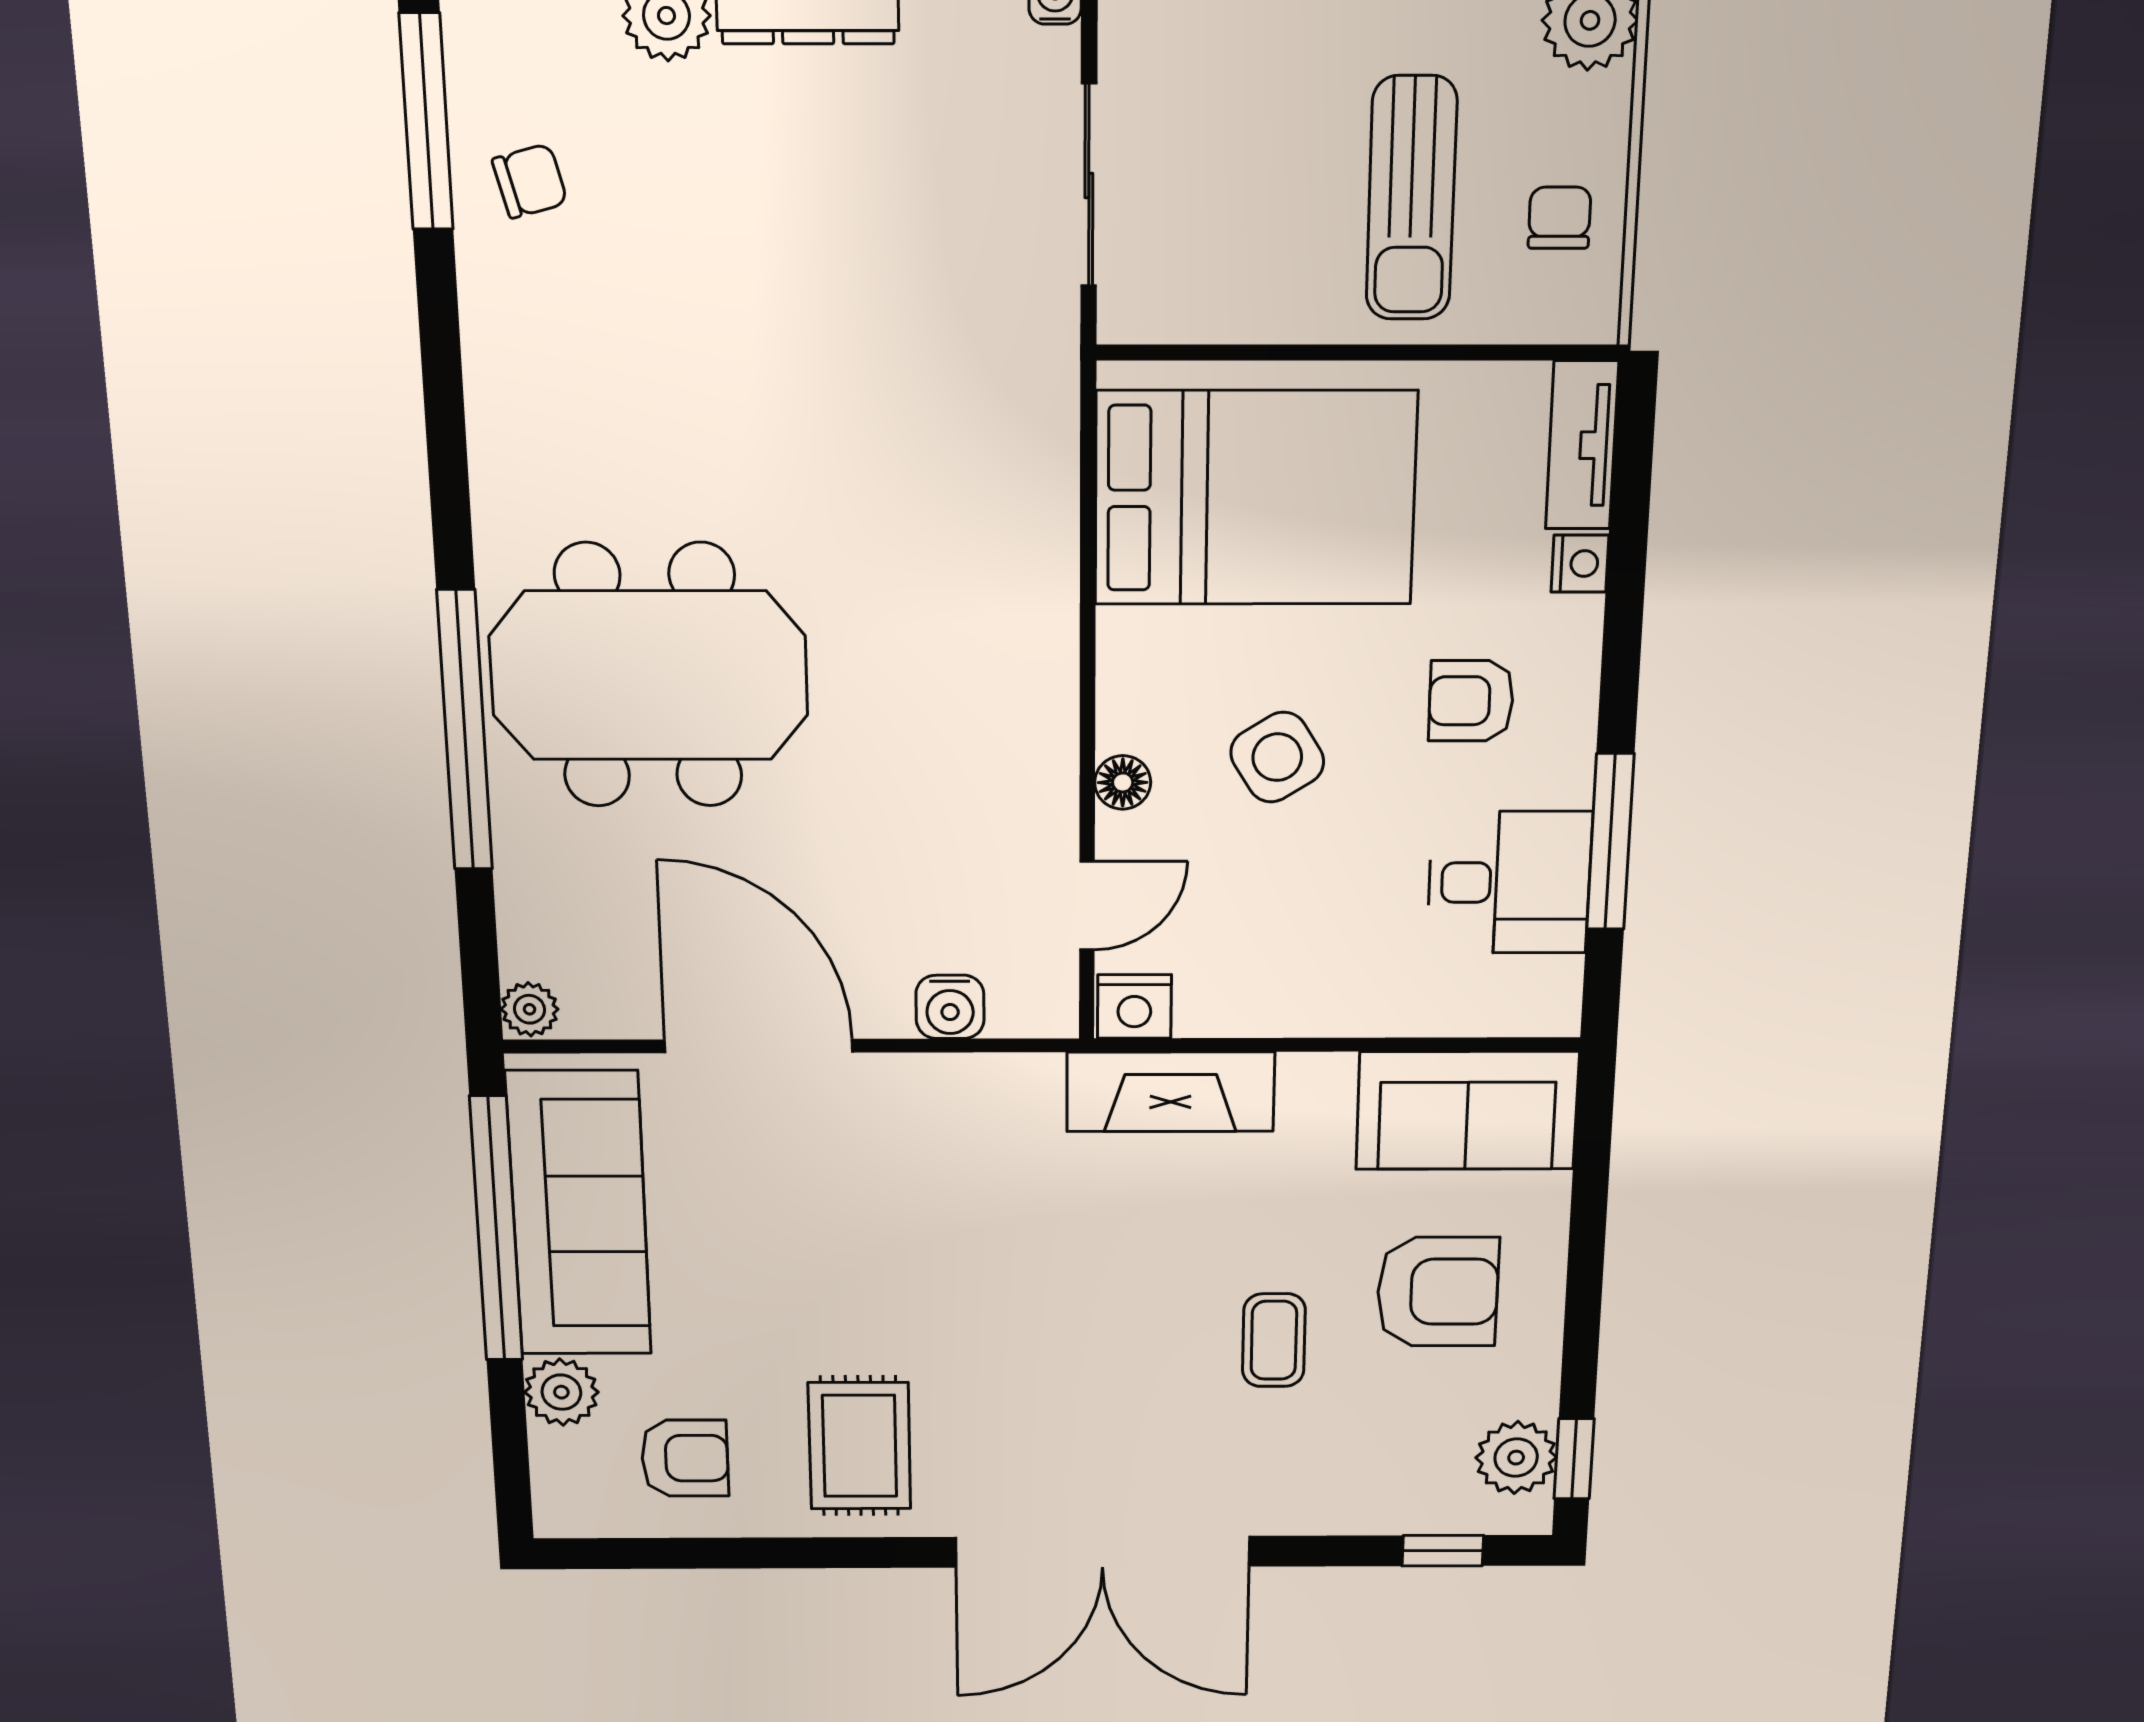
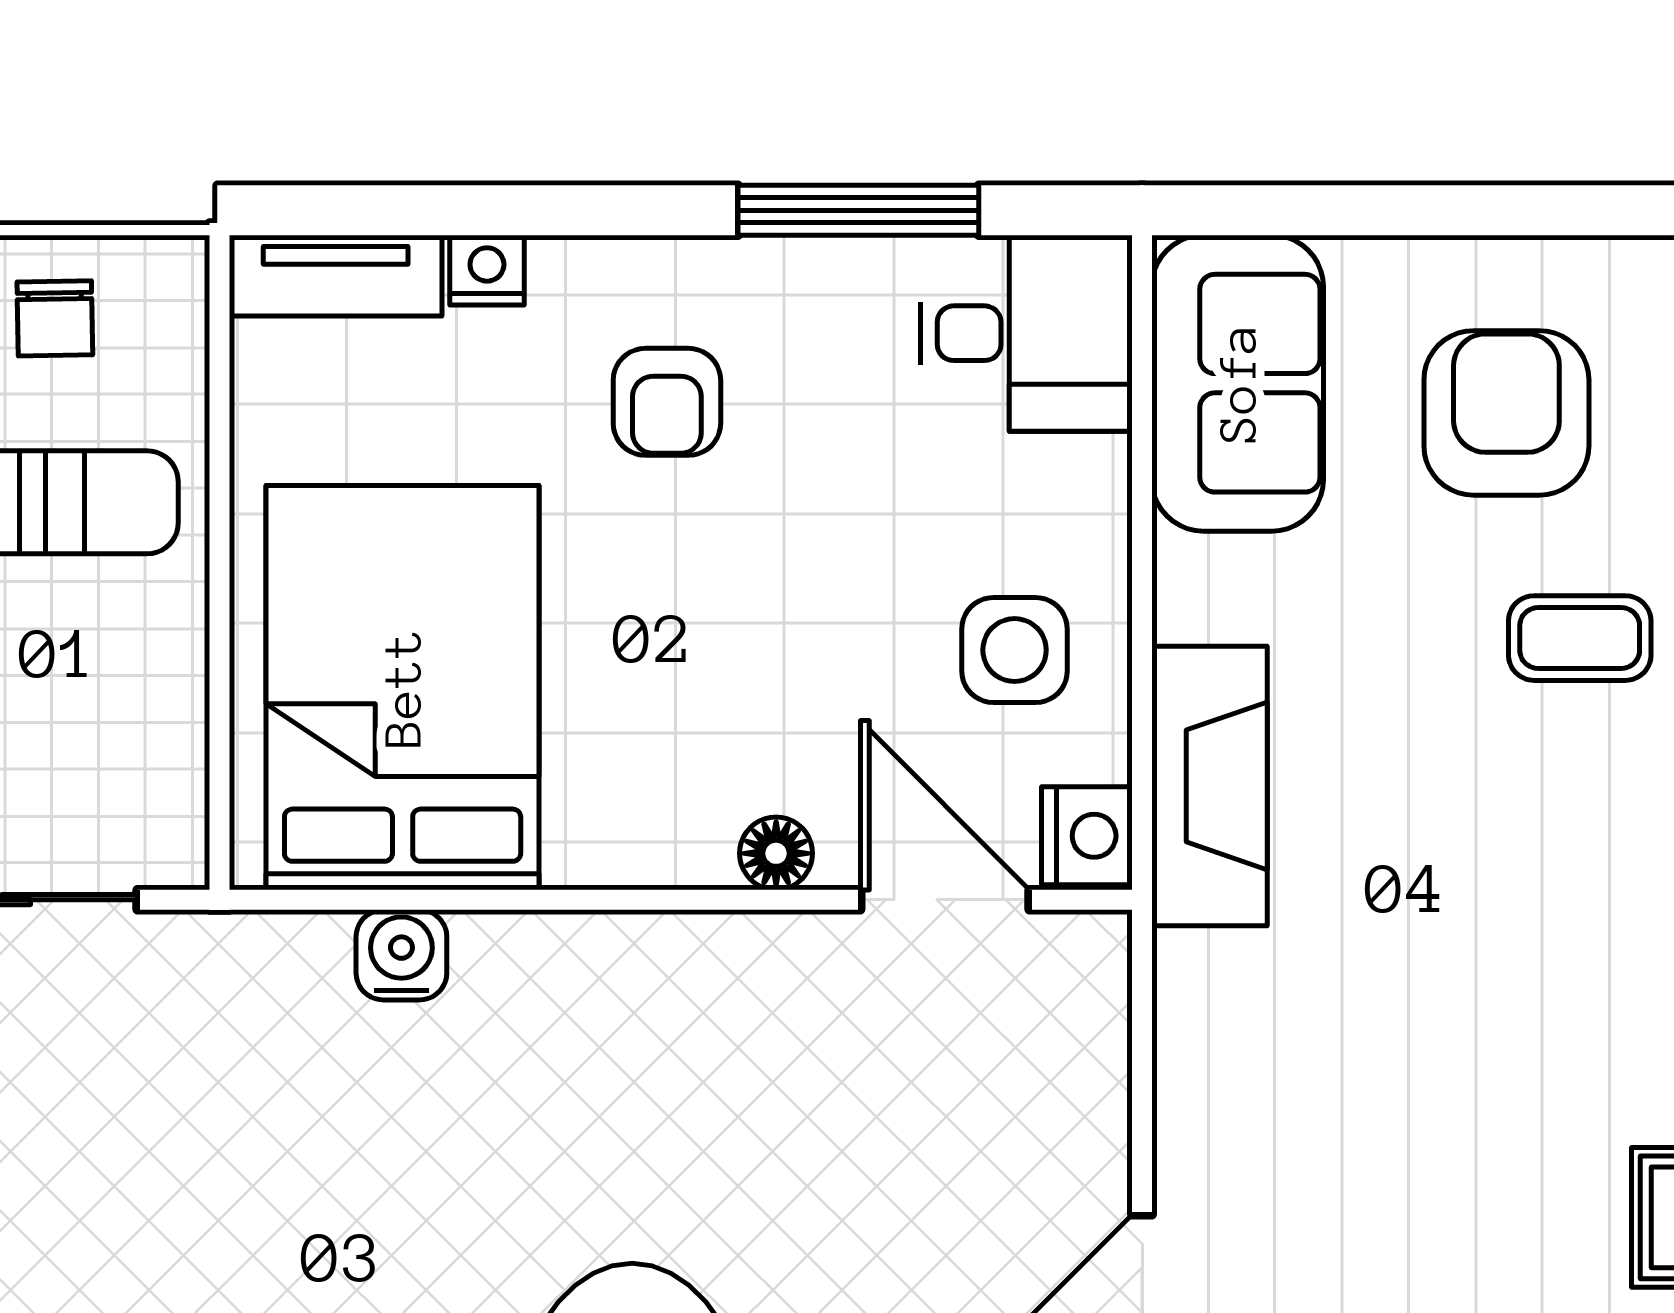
chair: (1560, 218) -> (55, 318), turned -91
side table: (1277, 757) -> (1015, 650), moved, turned 32
desk: (1509, 882) -> (1026, 333), moved, turned 90
door: (1087, 906) -> (945, 900), width x1.37
water cooler: (950, 1007) -> (401, 955), moved, turned -90

